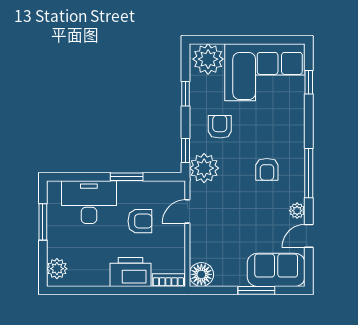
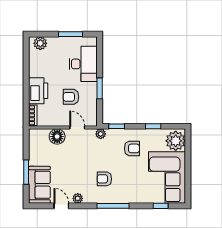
plant: (204, 168) -> (101, 134), width x0.53, depth x0.53
window: (309, 173) -> (113, 206), moved
armchair: (140, 221) -> (71, 97), turned 90
floor lamp: (201, 274) -> (57, 137), moved

